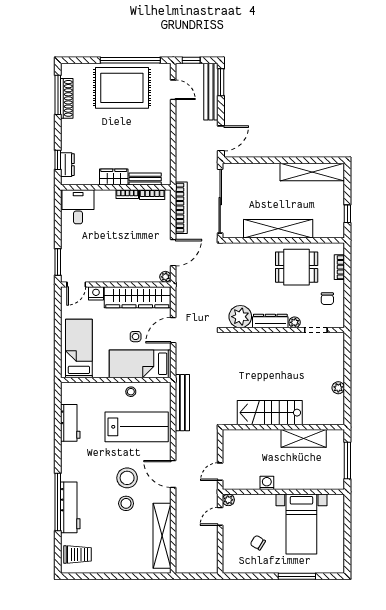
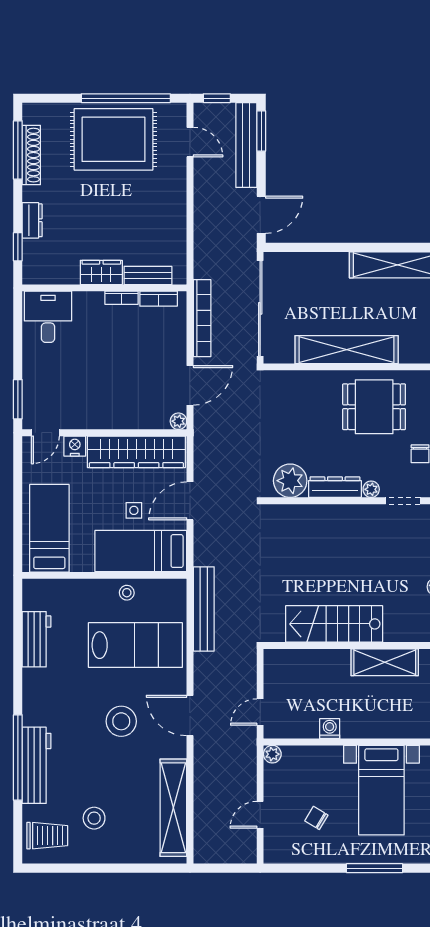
dresser: (67, 165) -> (32, 220), moved
stool: (126, 503) -> (94, 818), moved
door: (220, 516) -> (260, 815), moved

